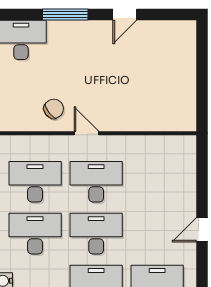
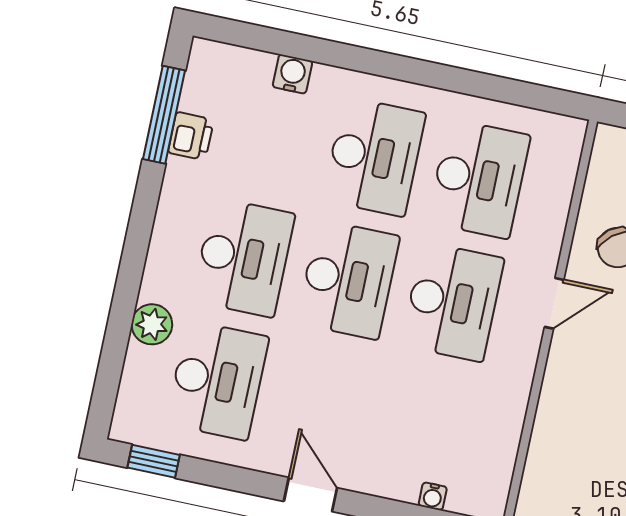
water cooler: (190, 172) -> (433, 496), added

